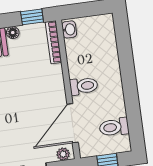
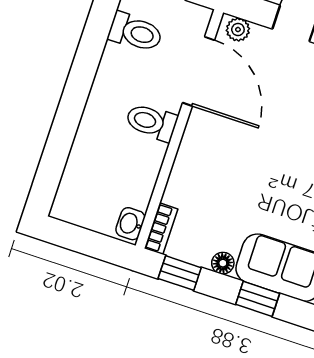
bookcase: (53, 42) -> (161, 229), width x0.64
door: (73, 123) -> (198, 71), hinge flipped

